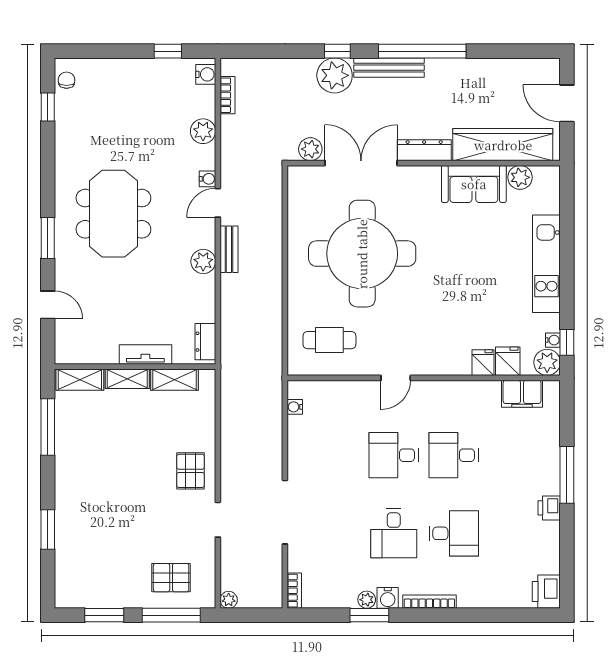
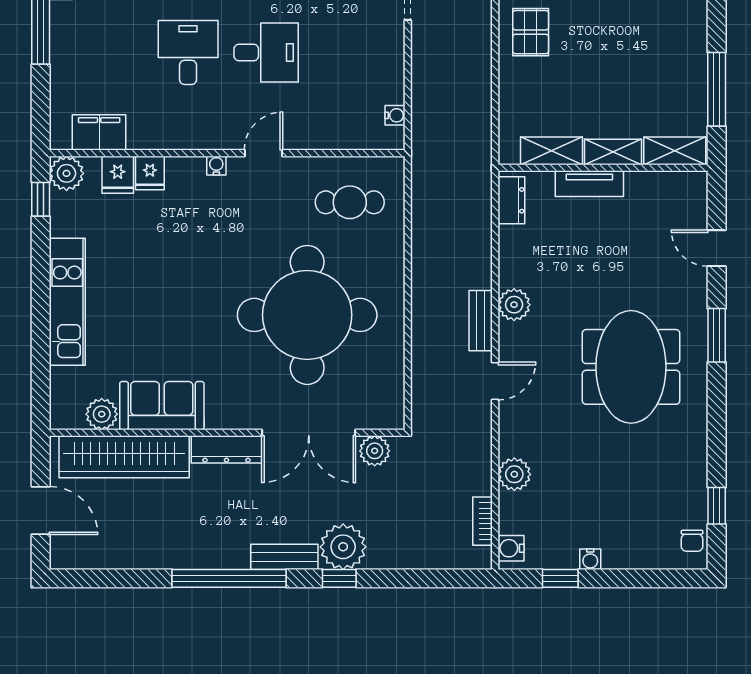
bench: (389, 68) -> (284, 557), width x0.73
water cooler: (208, 179) -> (590, 559), moved, turned -90
water cooler: (553, 340) -> (216, 166), moved, turned 90
desk: (454, 455) -> (188, 53), turned -90

